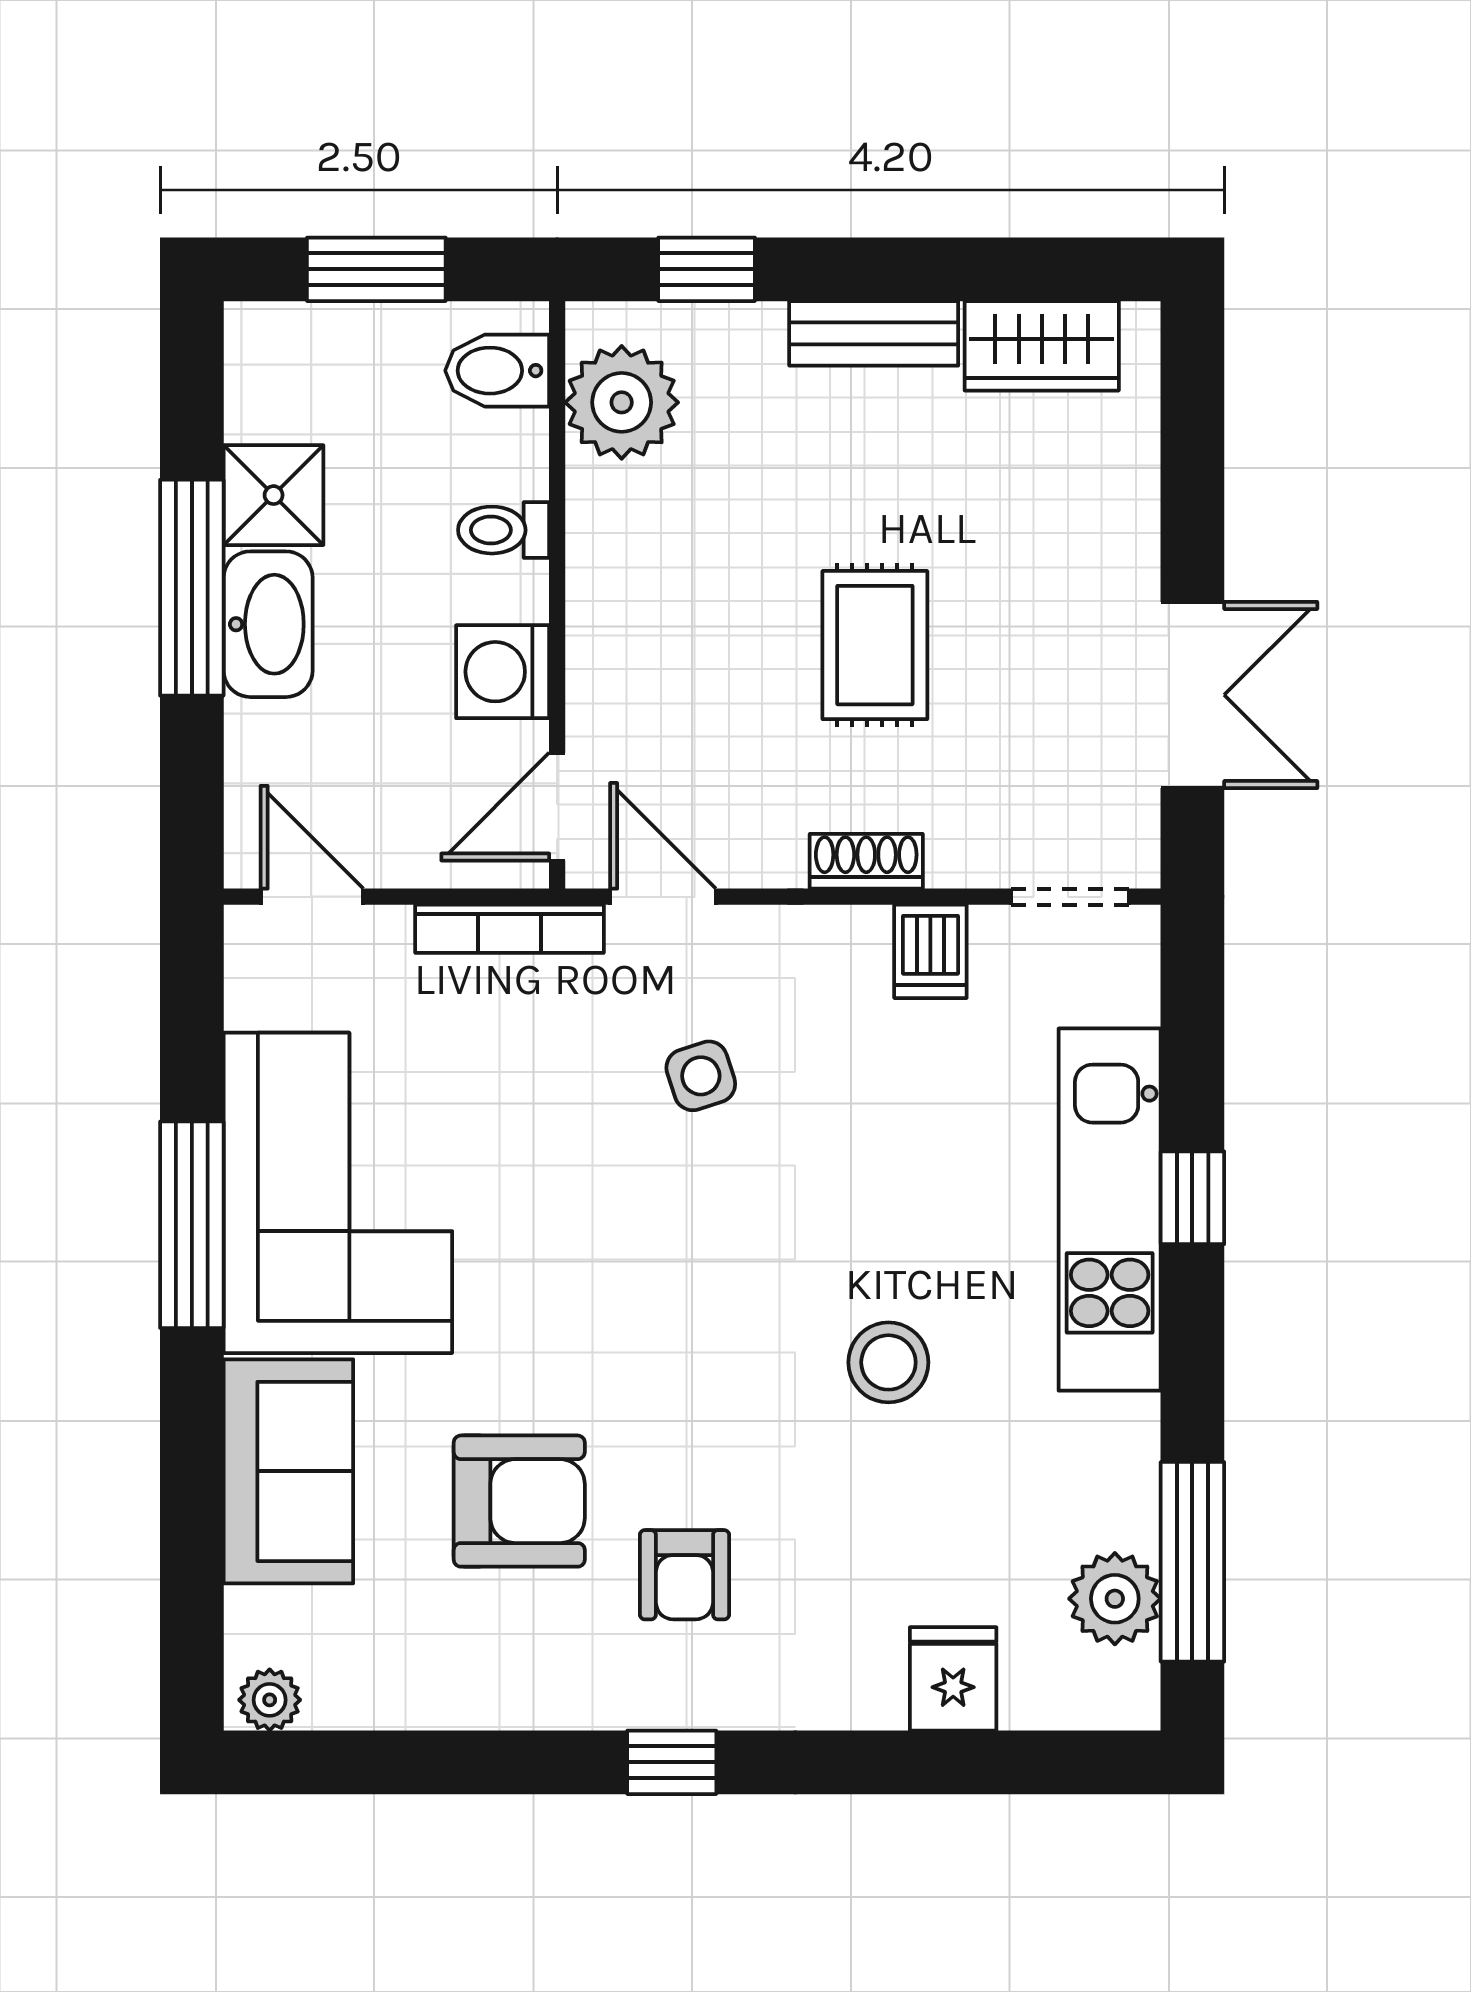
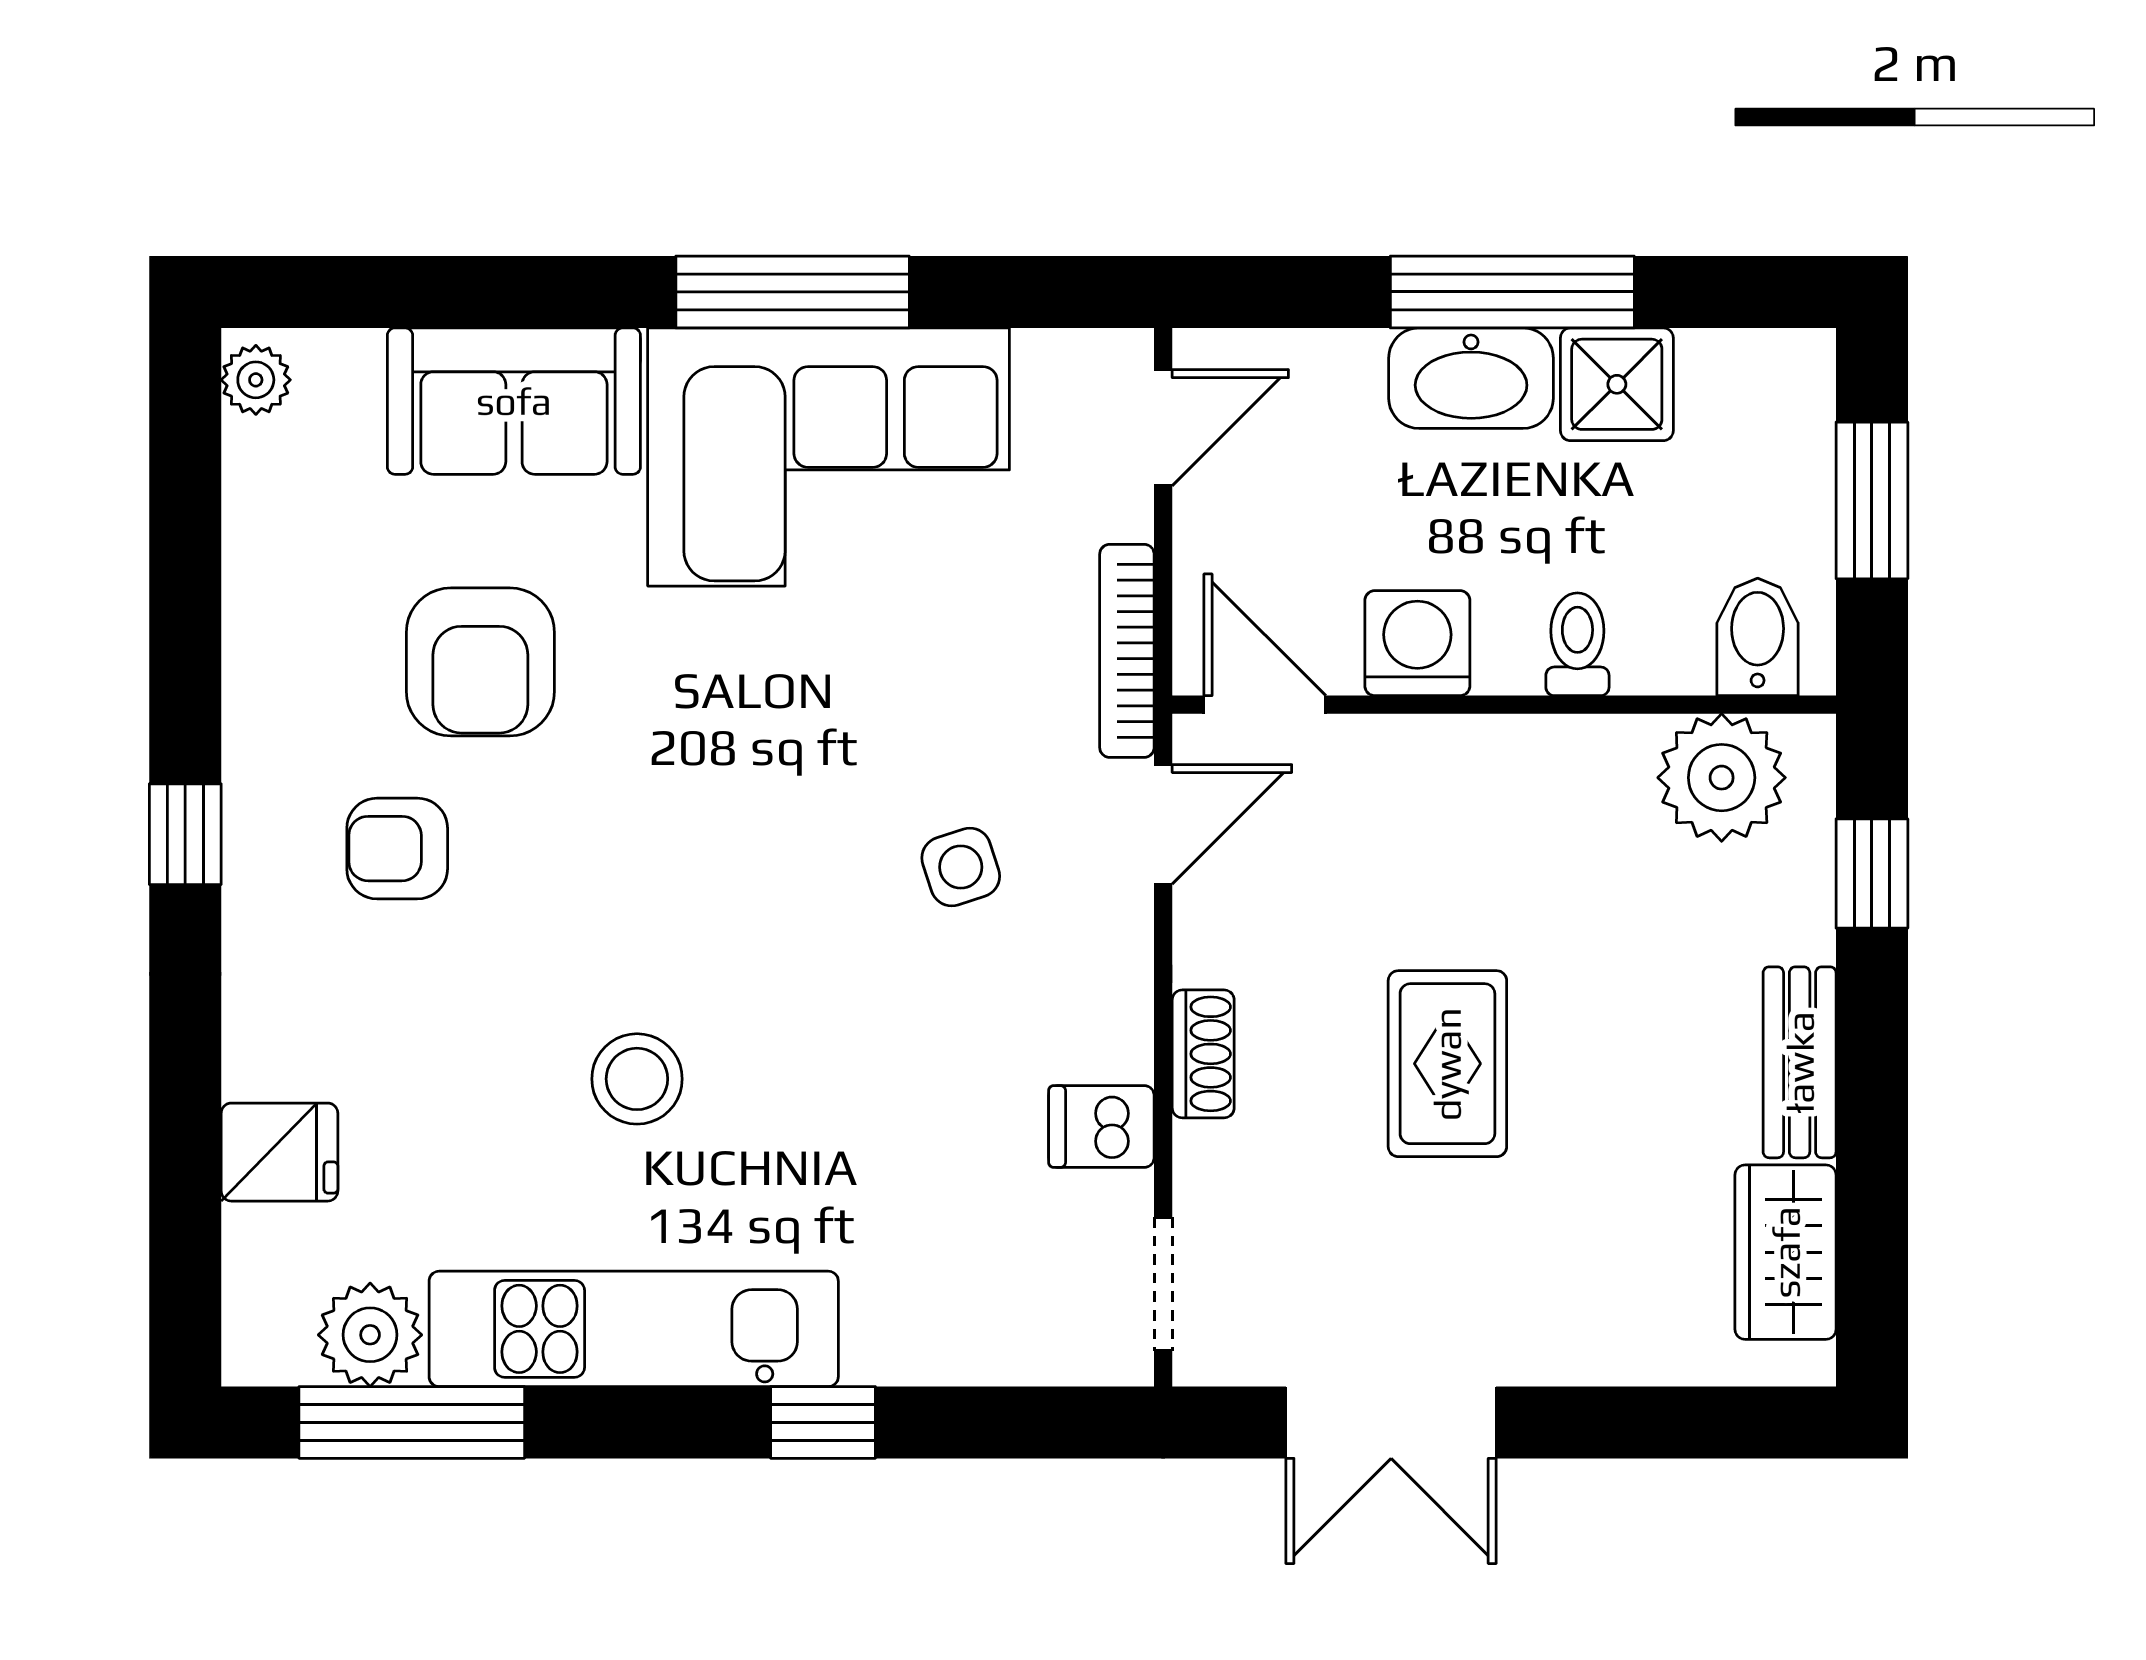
rug: (875, 645) -> (1447, 1064), turned 90
kitchen unit: (1110, 1210) -> (634, 1329), moved

